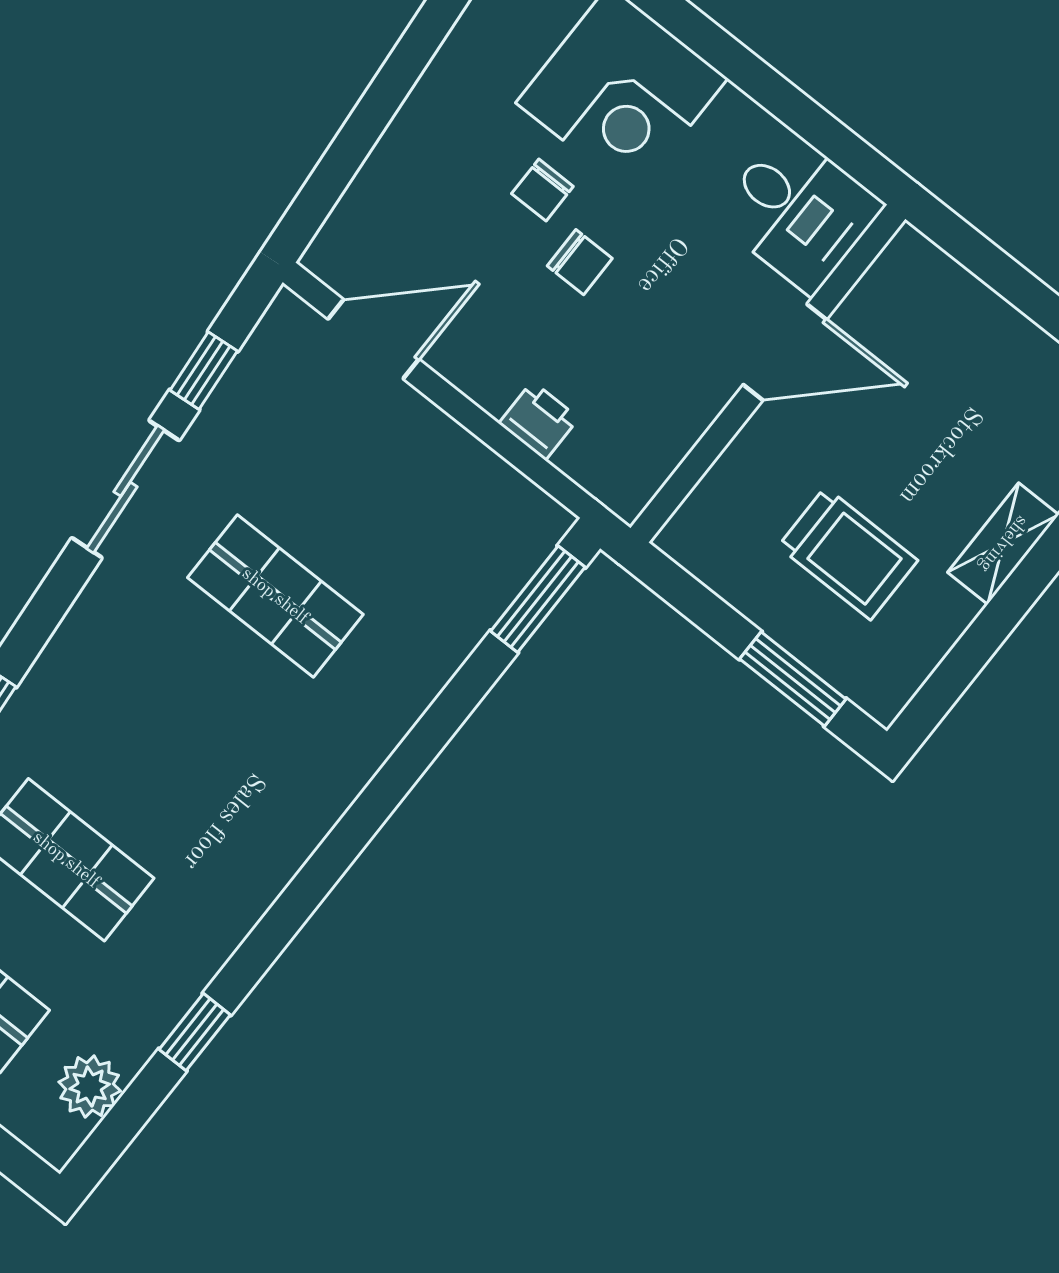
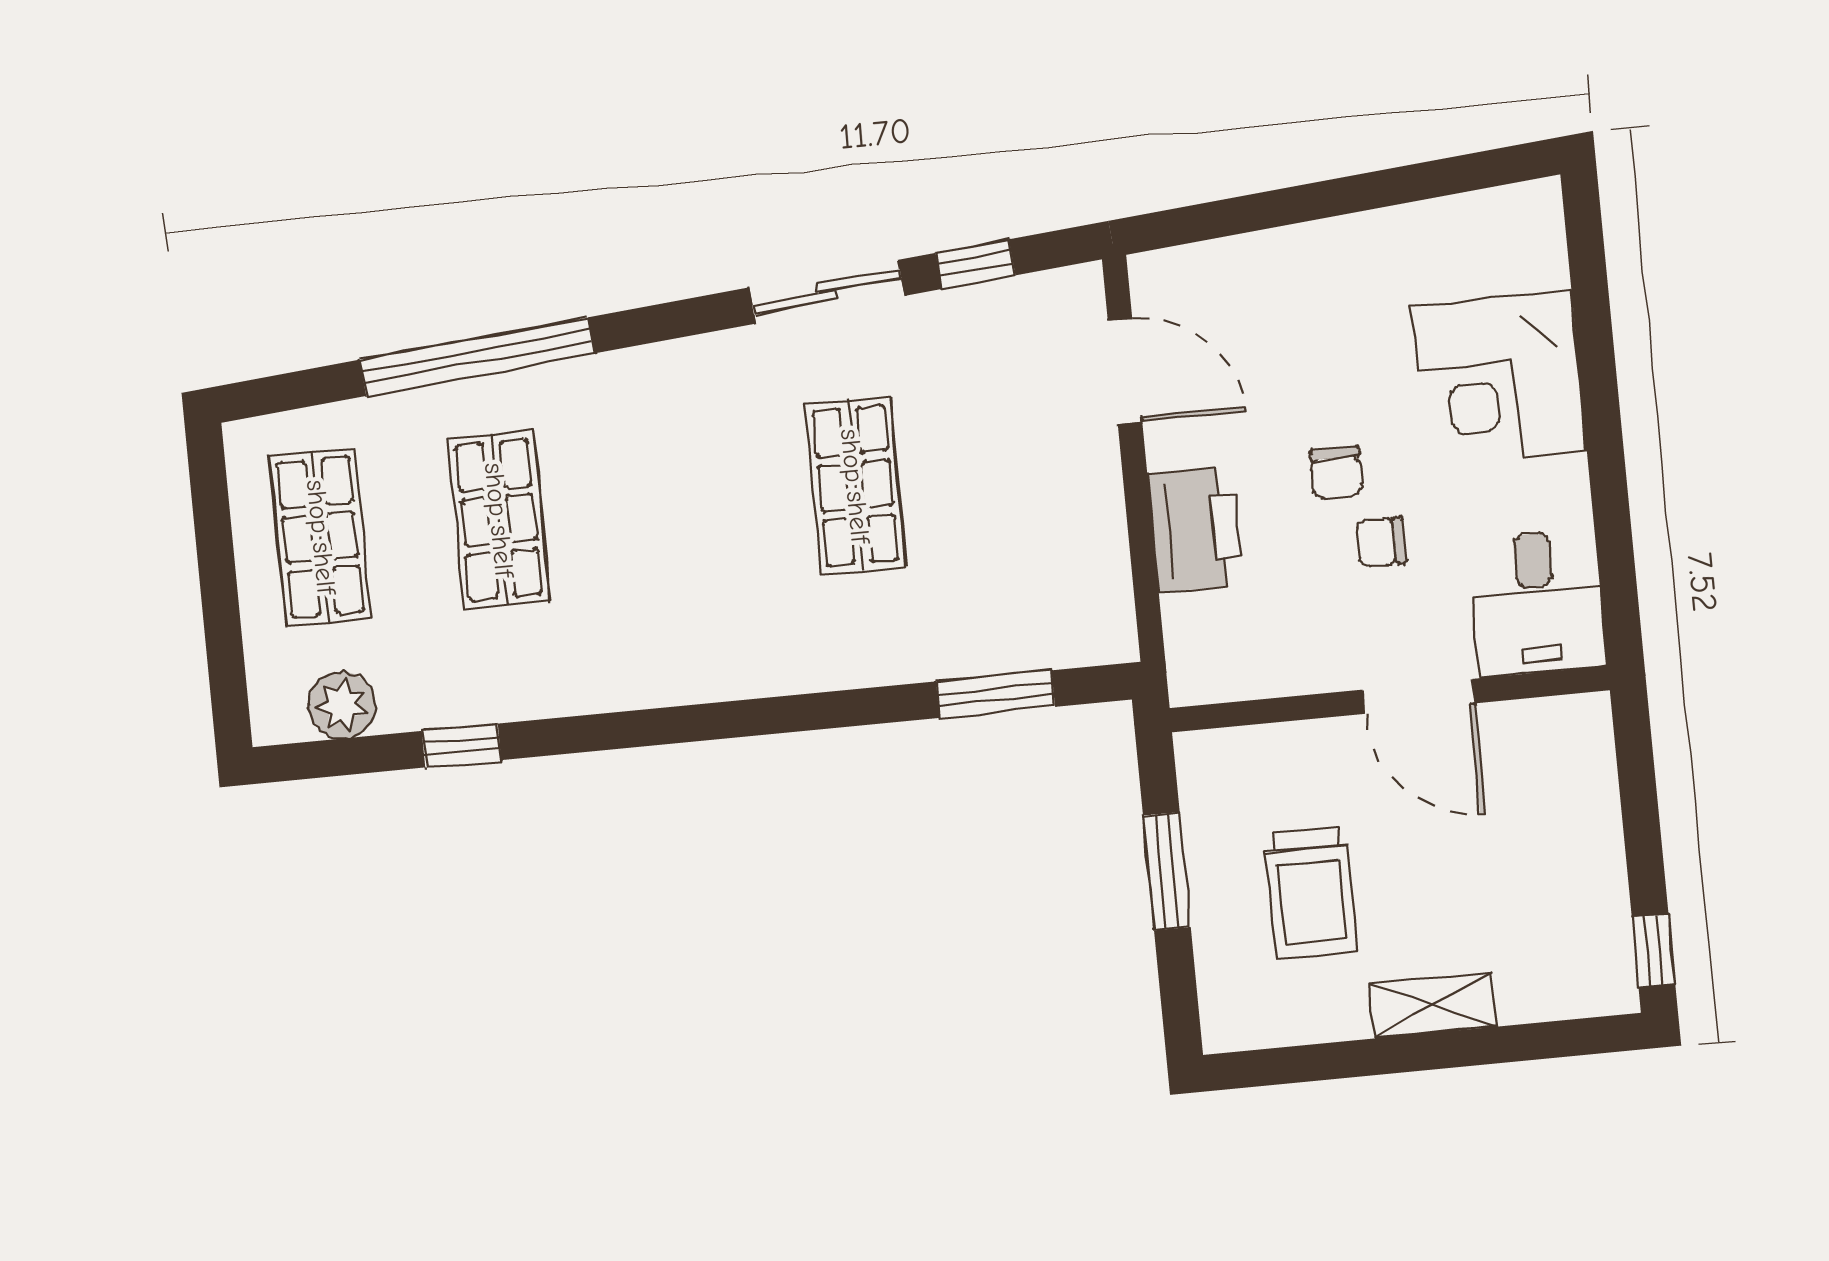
chair: (542, 190) -> (1381, 542), moved
printer: (539, 421) -> (1196, 529), width x1.87, depth x1.48
window: (538, 599) -> (995, 694), moved
window: (793, 679) -> (1167, 871), moved

